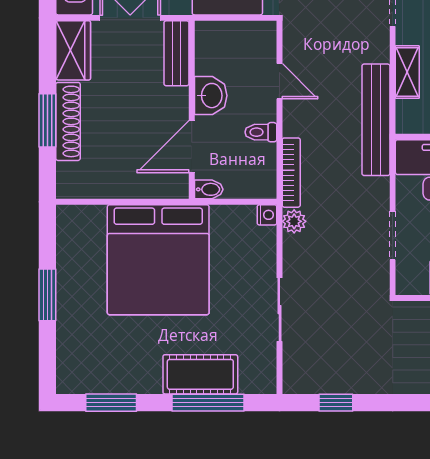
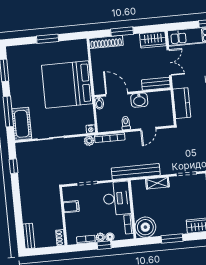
shoe rack: (68, 121) -> (106, 42), moved
cot: (200, 374) -> (22, 124), moved

